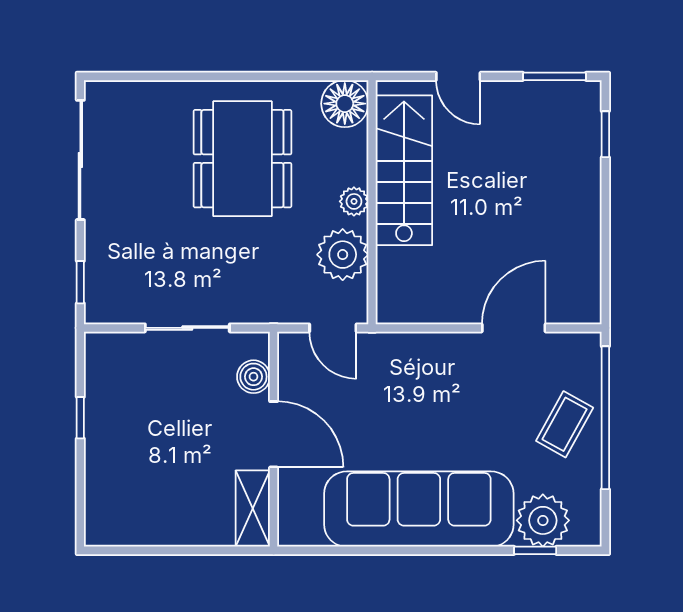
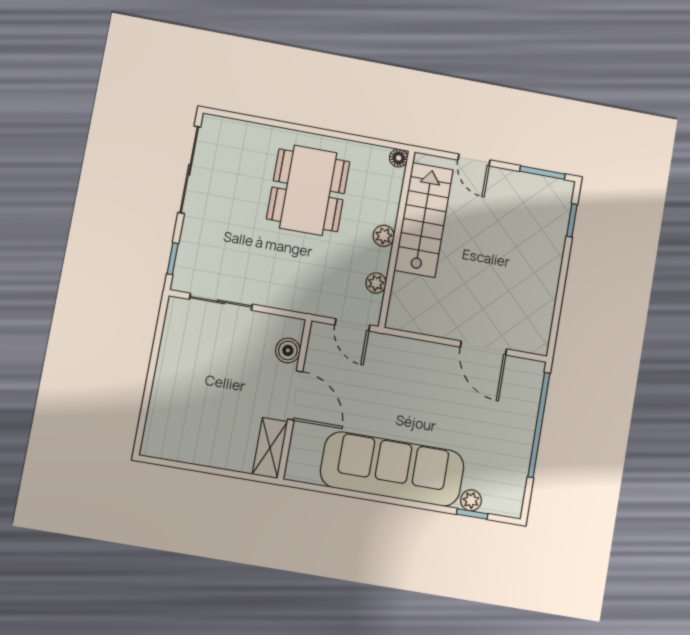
floor lamp: (345, 104) -> (399, 158), width x0.53, depth x0.53
plant: (343, 255) -> (376, 283), width x0.53, depth x0.53
sliding door: (187, 328) -> (221, 302), moved
door: (514, 328) -> (484, 348), swing flipped
window: (80, 418) -> (154, 359), removed
coffee table: (565, 424) -> (509, 425), removed
plant: (543, 520) -> (471, 500), width x0.53, depth x0.53

